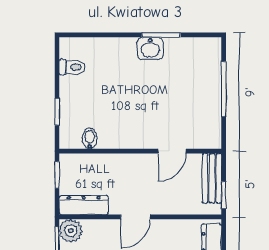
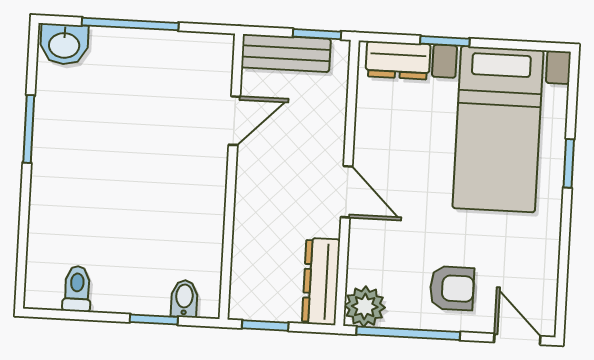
washbasin: (150, 48) -> (64, 44), moved, turned 90
bidet: (90, 138) -> (184, 299), moved, turned 90
door: (172, 151) -> (234, 121), hinge flipped

